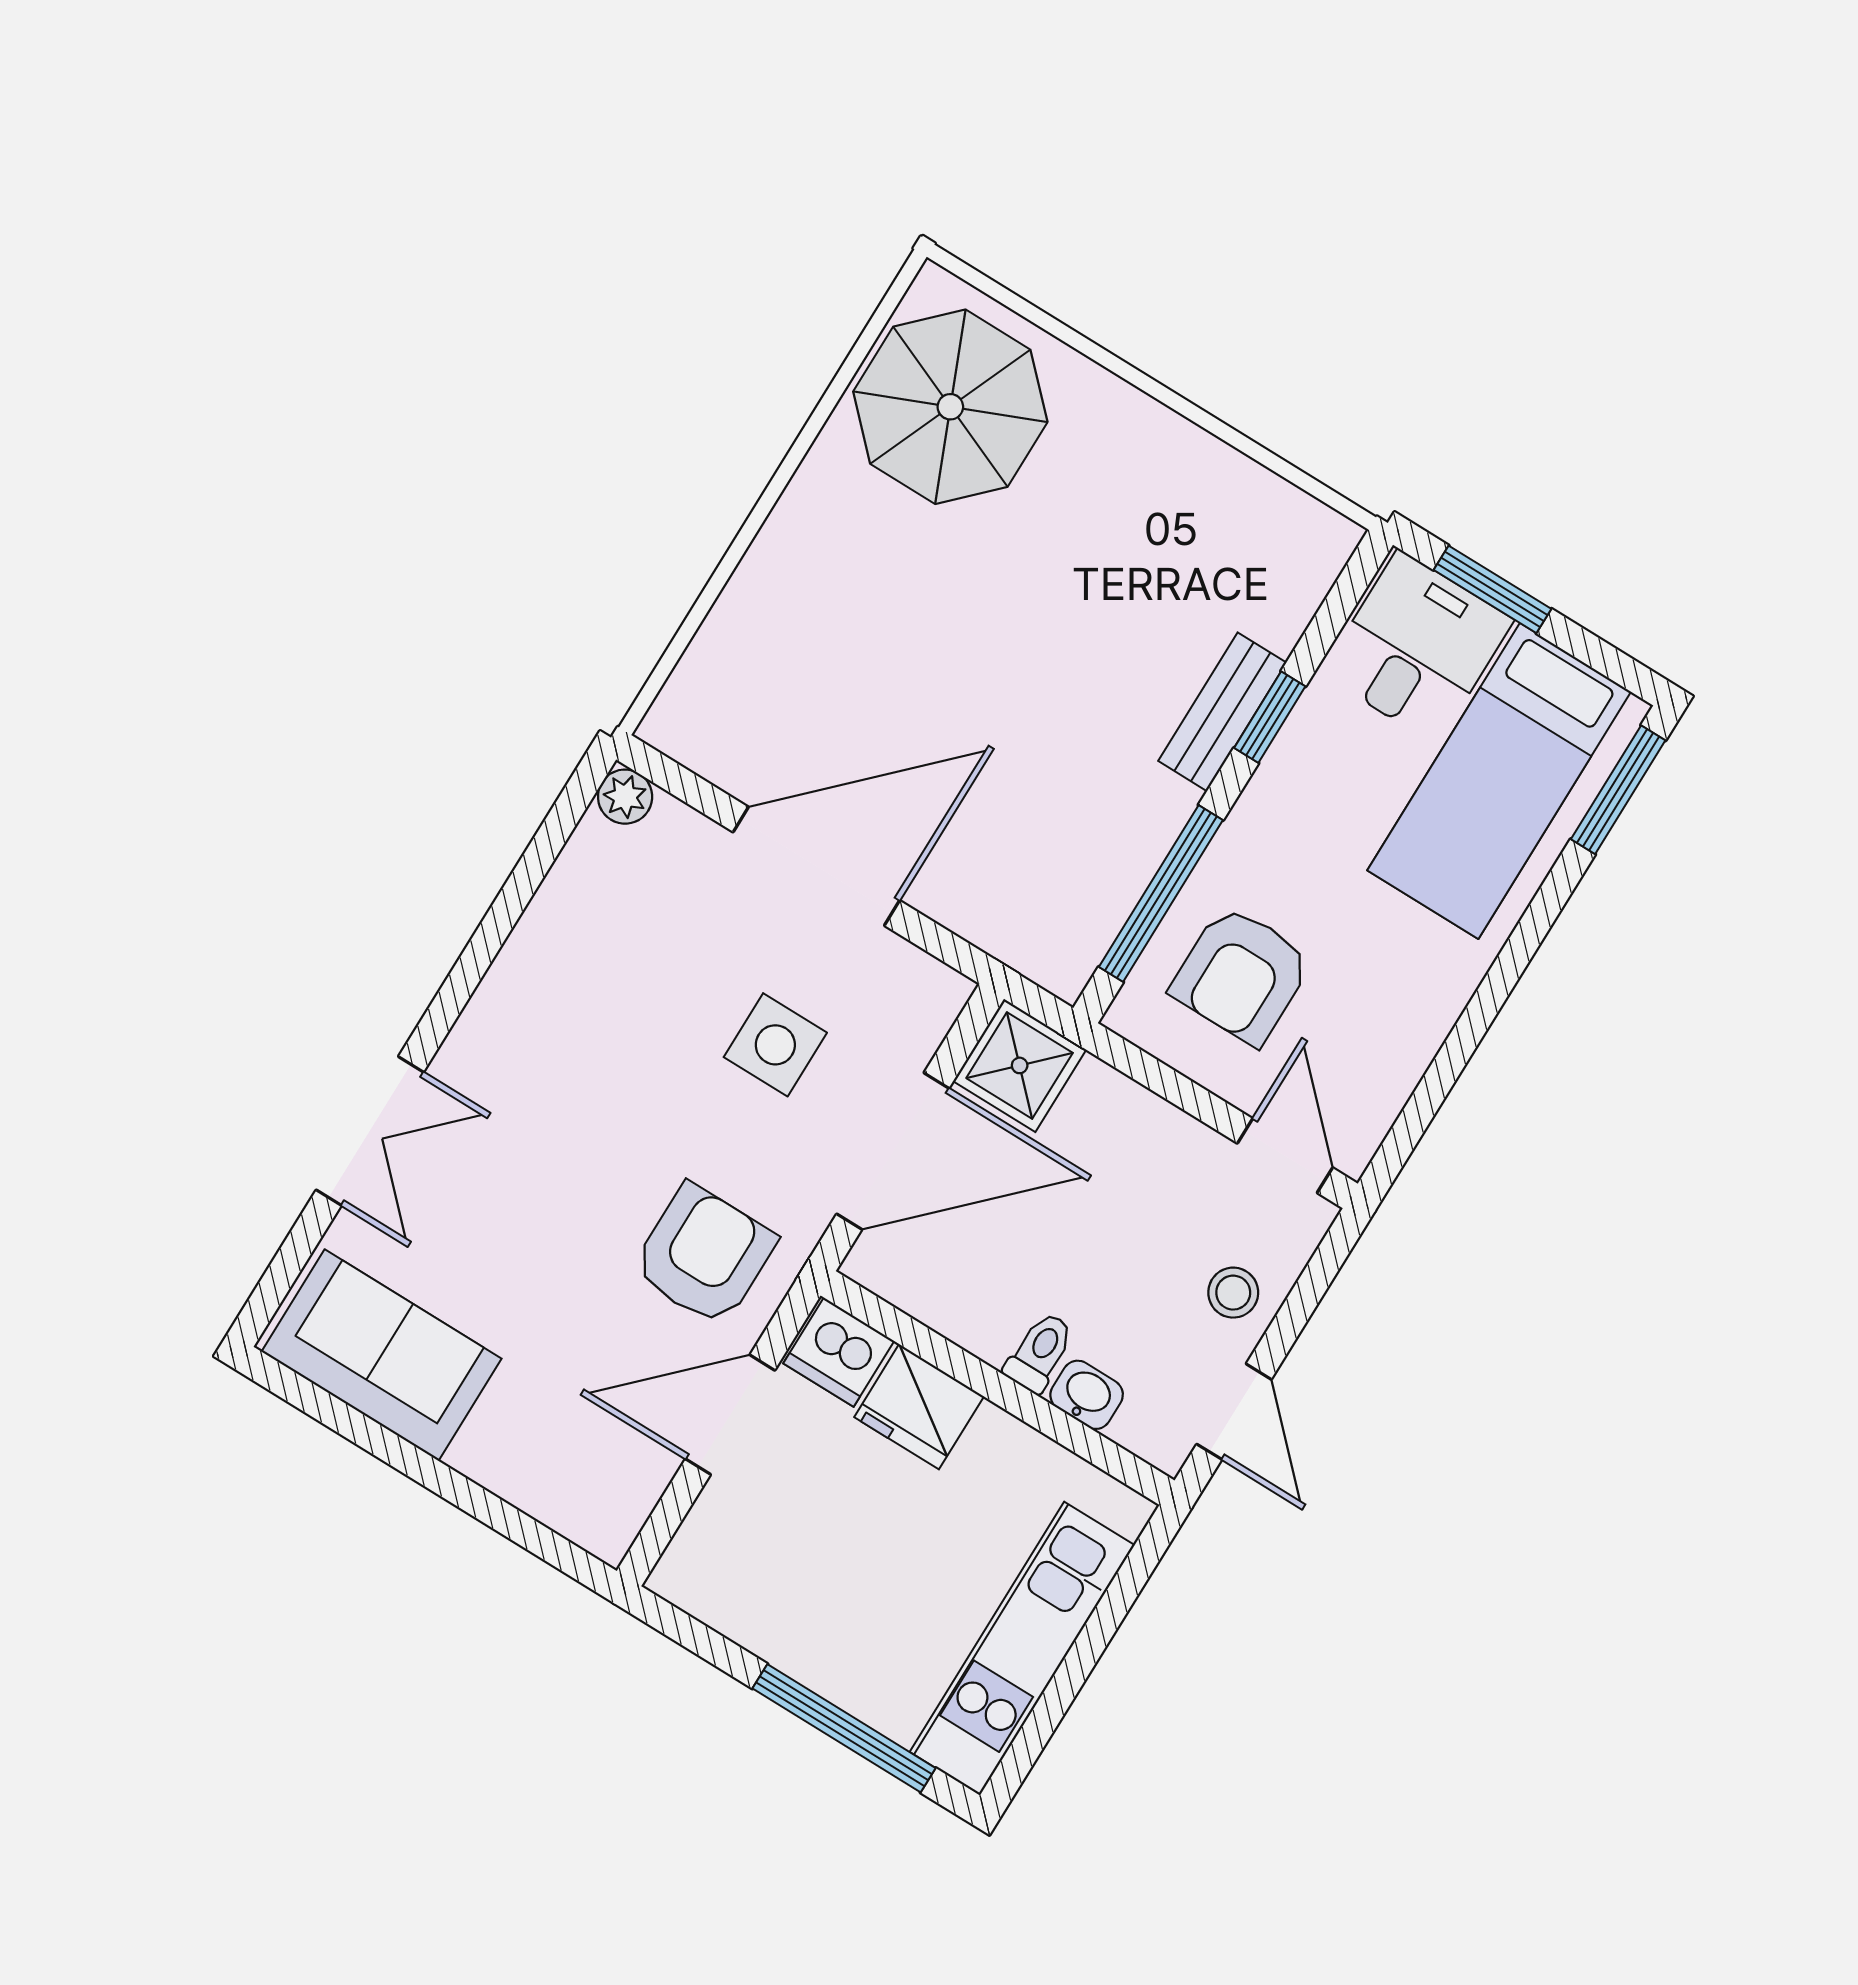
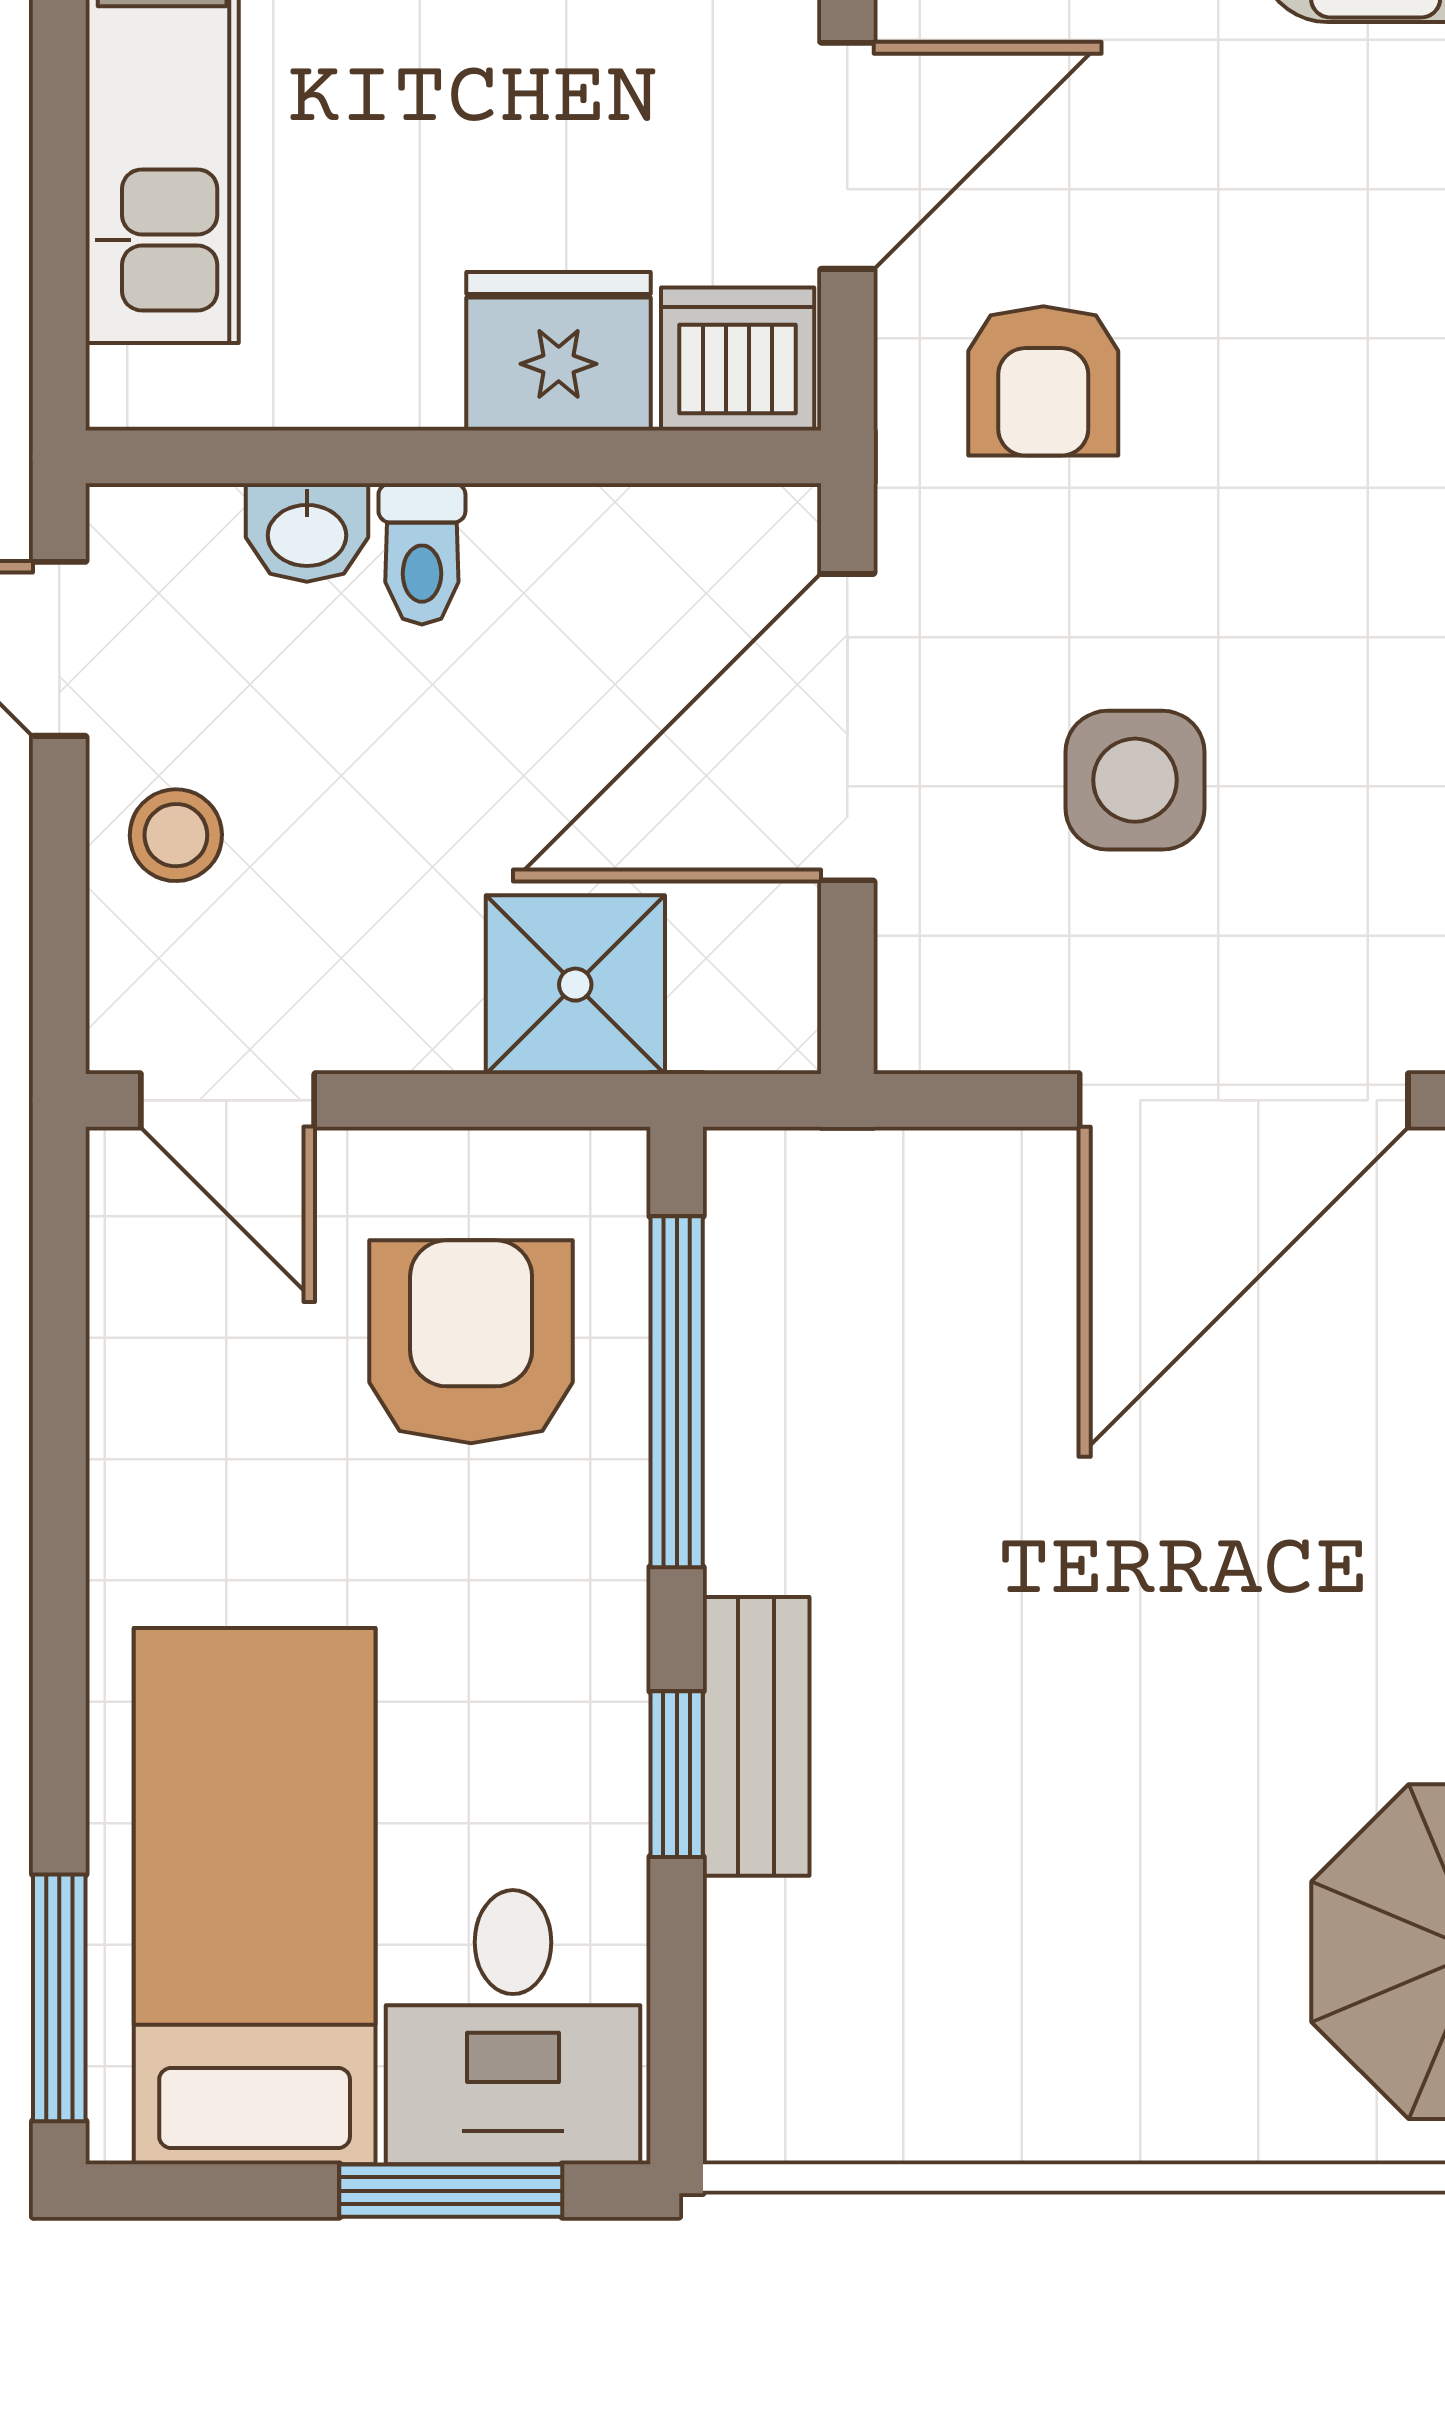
shower: (1020, 1065) -> (575, 985), moved
armchair: (704, 1255) -> (1043, 381), width x0.72, depth x0.72

